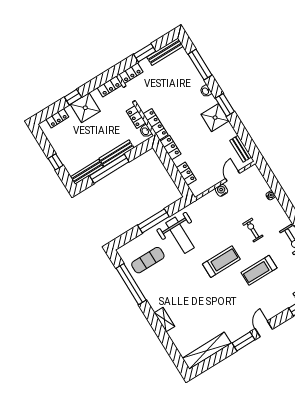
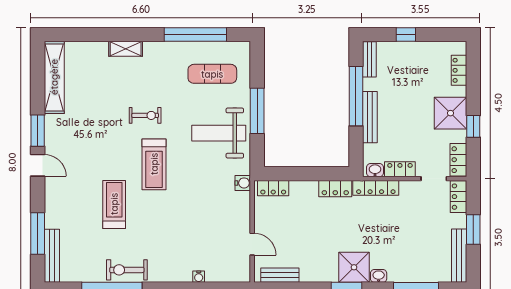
window: (73, 97) -> (473, 126), moved
shower: (215, 118) -> (354, 267), moved
bench: (87, 172) -> (369, 59), width x0.73
locker: (186, 174) -> (273, 188), moved
water cooler: (222, 190) -> (243, 183), moved
exercise bike: (253, 230) -> (145, 115), moved
exercise mat: (148, 260) -> (212, 74), turned 90

